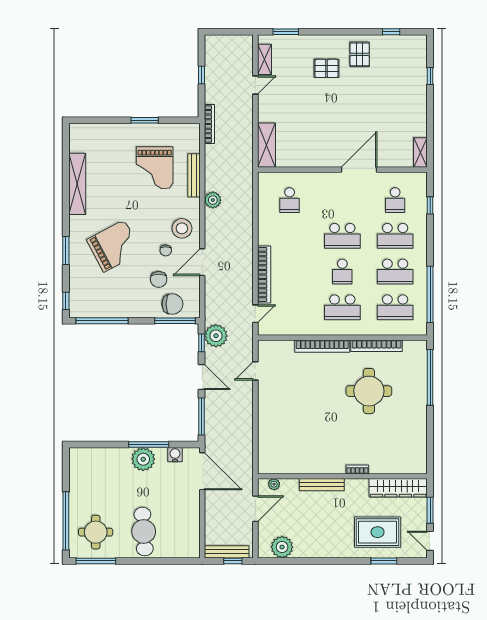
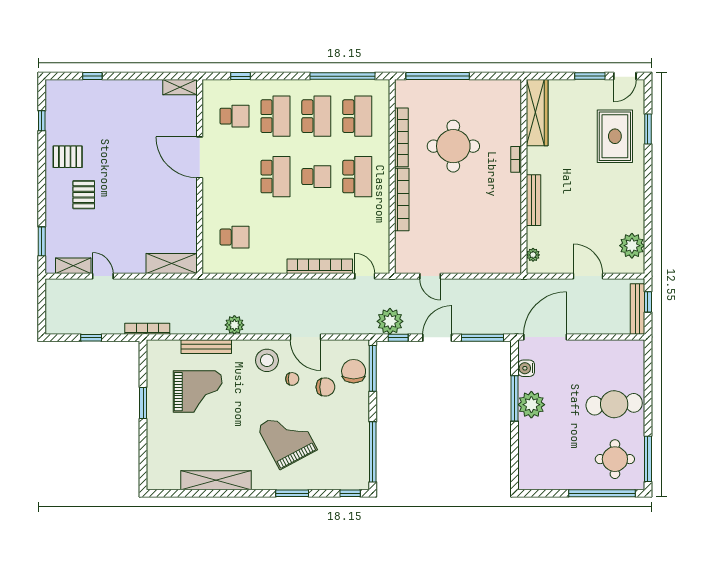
bookcase: (357, 469) -> (516, 159), moved
wall: (342, 476) -> (524, 177), moved
plant: (274, 484) -> (533, 255), moved
bench: (322, 485) -> (534, 200), moved
wardrobe: (398, 488) -> (537, 113), moved

